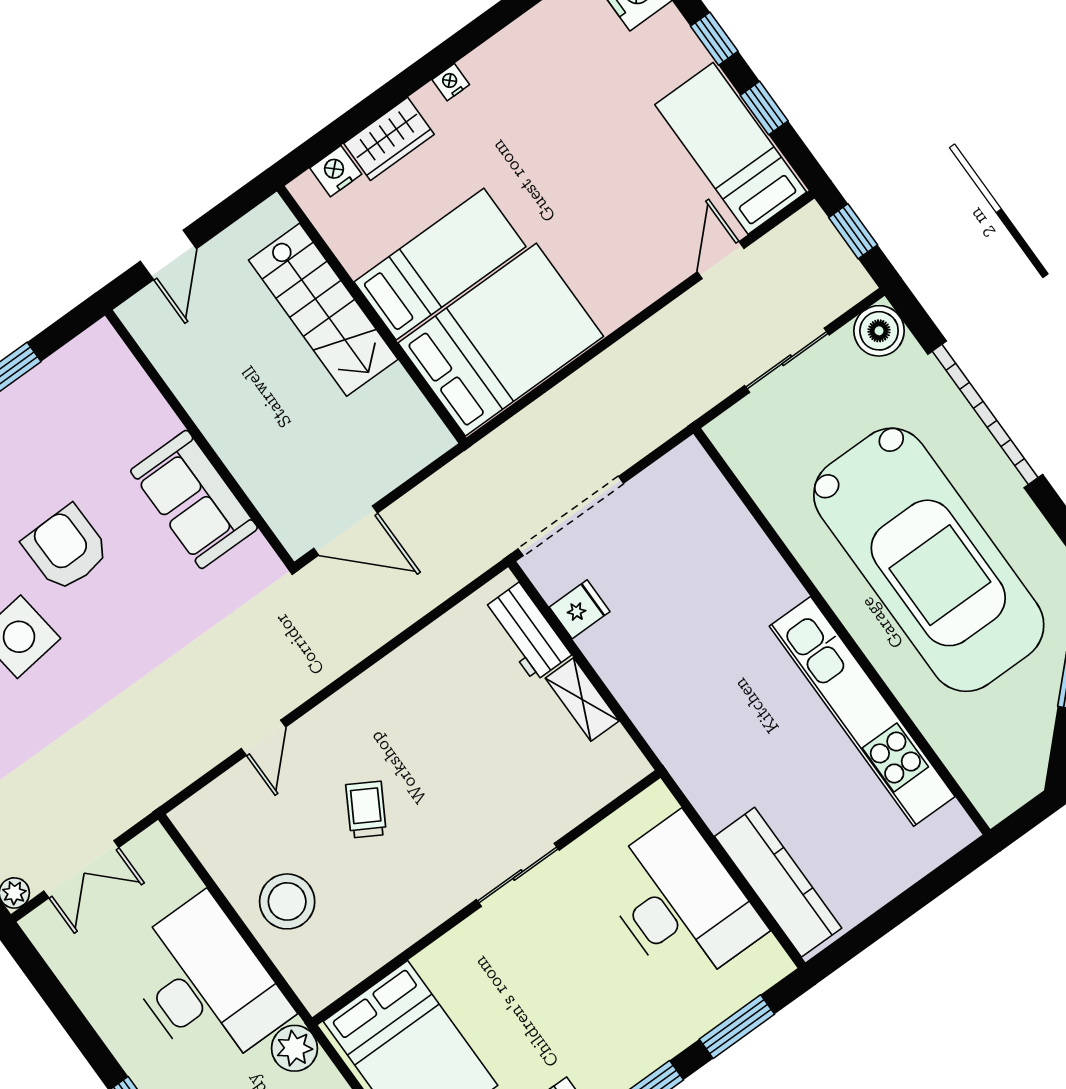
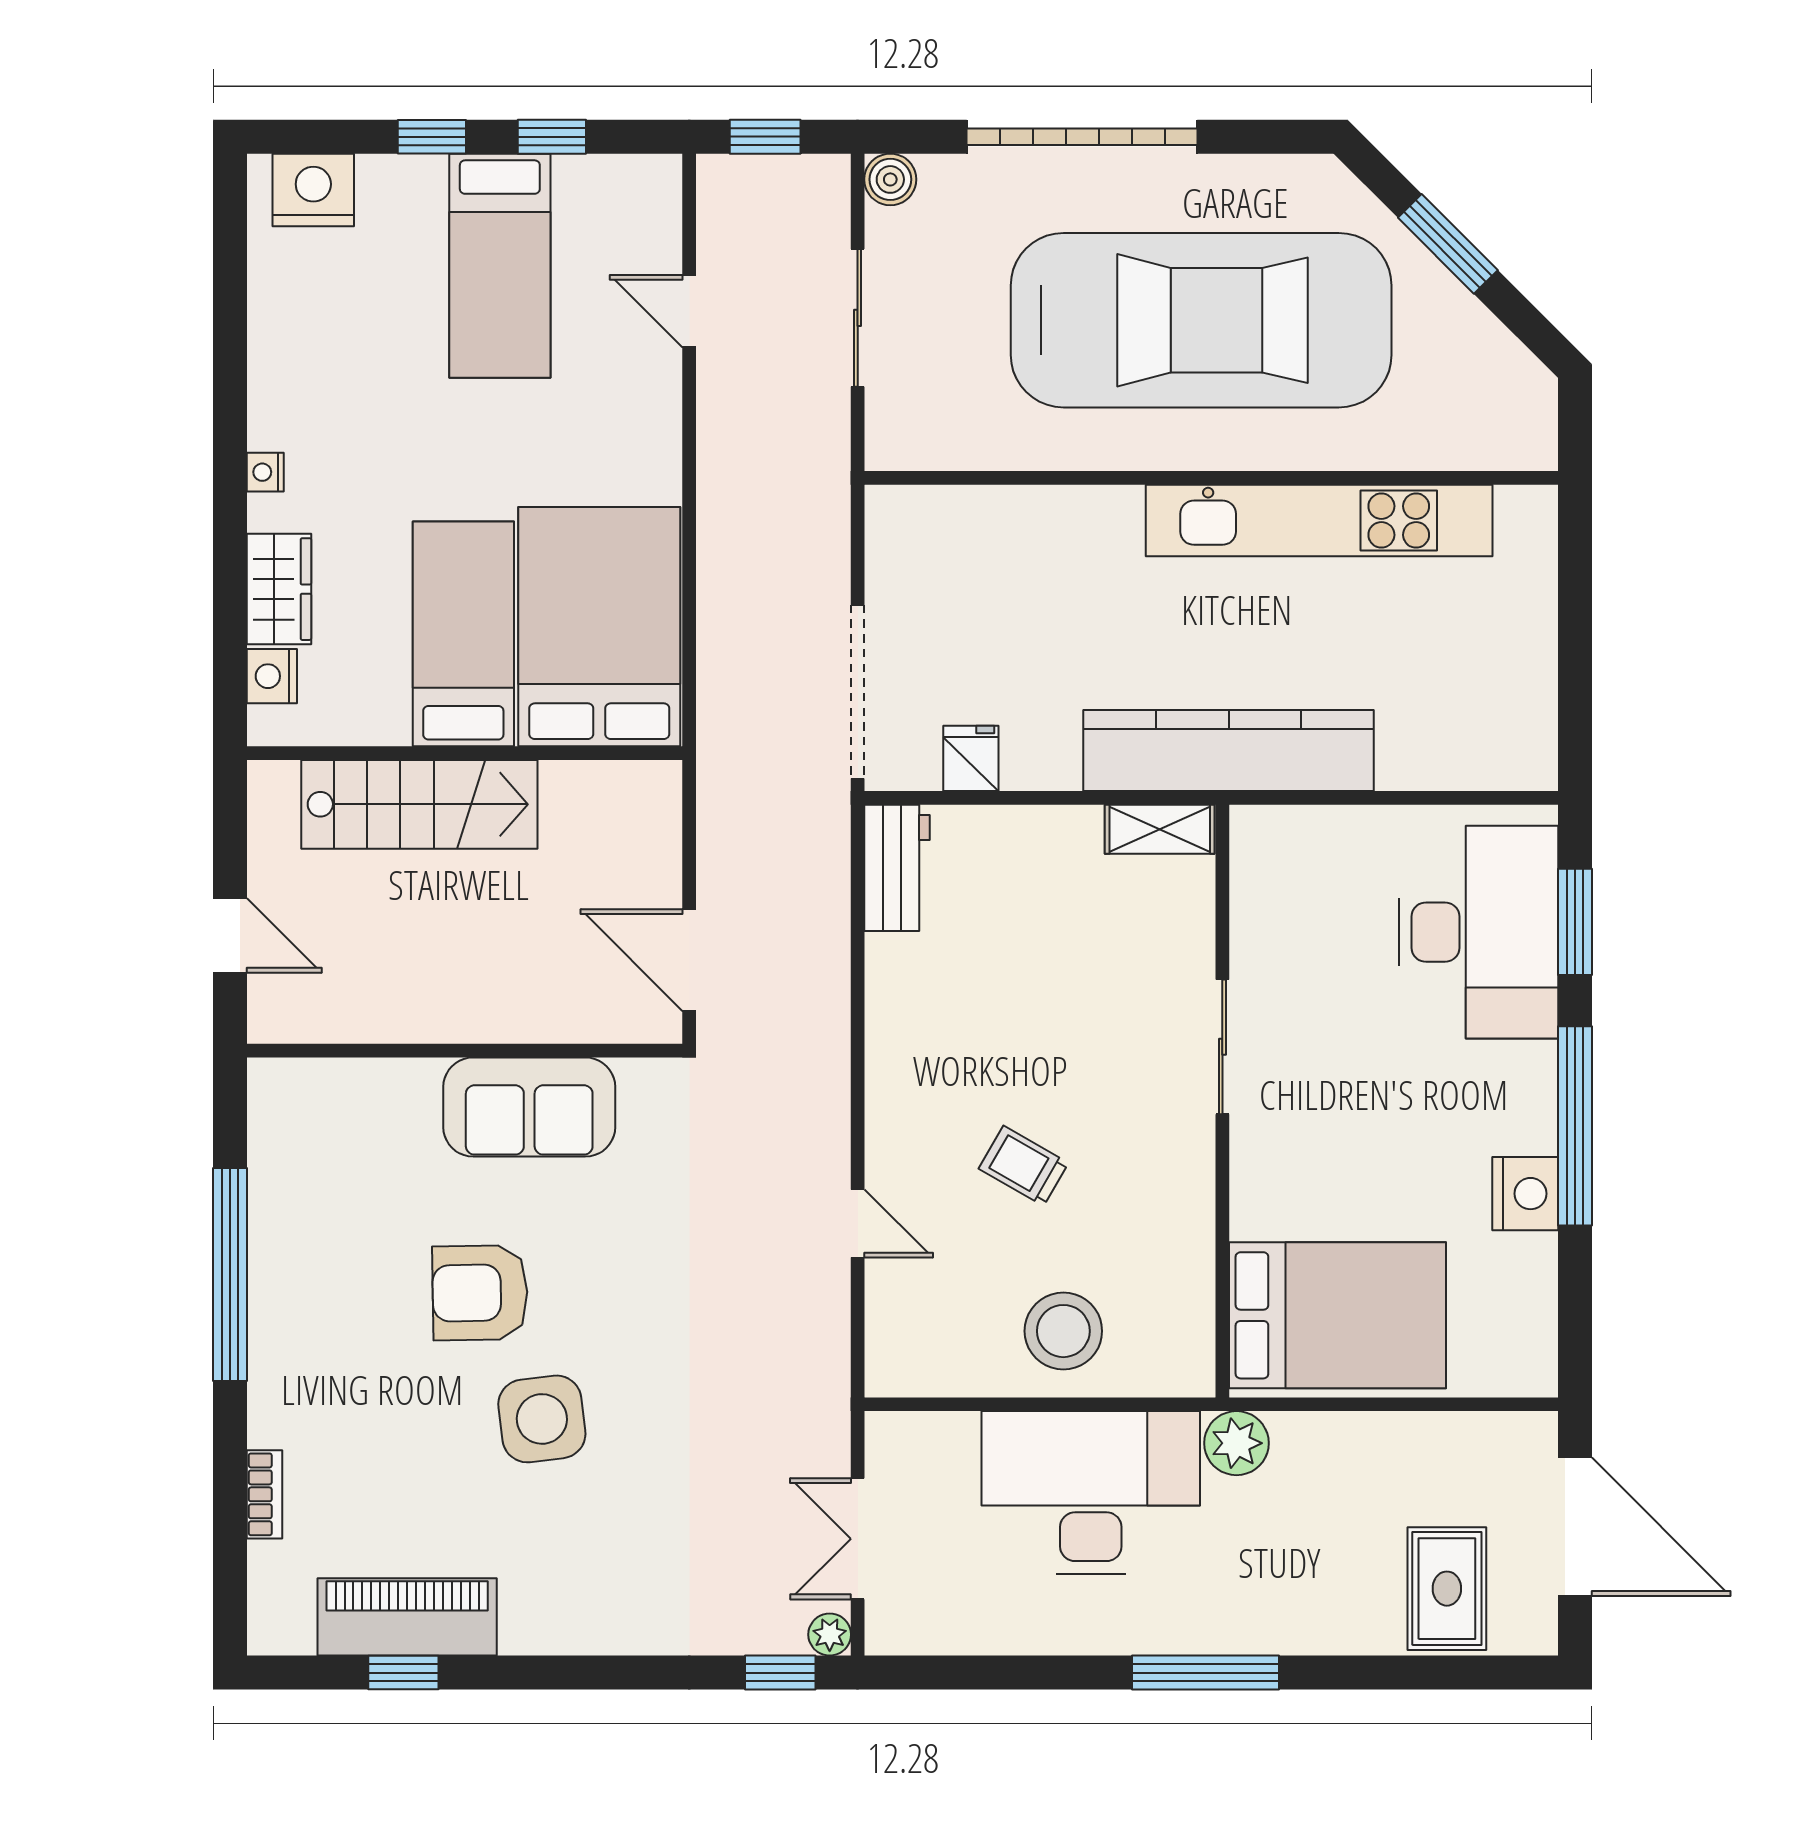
bed: (731, 148) -> (500, 266), moved, turned -90
boiler: (879, 331) -> (890, 179), width x0.73, depth x0.73
door: (346, 531) -> (689, 960), swing flipped
workbench: (527, 632) -> (897, 868), moved, turned -90
shelving: (582, 700) -> (1160, 829), moved
double door: (81, 869) -> (858, 1539), swing flipped
kitchen counter: (778, 882) -> (1229, 751), moved, width x1.39, depth x1.17
desk: (680, 902) -> (1479, 932), moved, turned 90

